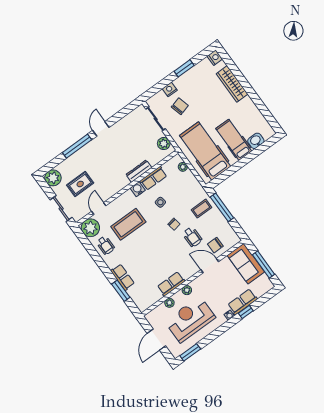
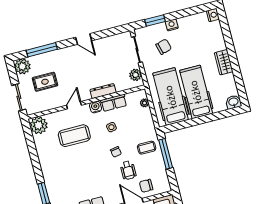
window: (184, 68) -> (155, 20), moved
wardrobe: (232, 84) -> (224, 62), moved, width x0.67
nightstand: (170, 89) -> (172, 25), moved
door: (101, 129) -> (84, 39), swing flipped
hospital bed: (234, 140) -> (196, 92), width x1.37, depth x1.29
washbasin: (256, 141) -> (233, 102), moved
window: (77, 146) -> (42, 50), moved
door: (99, 208) -> (74, 105), moved
wheelchair: (106, 245) -> (46, 147), removed
row of seats: (123, 277) -> (50, 182), removed

